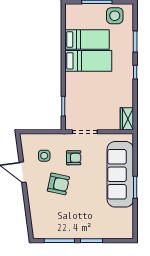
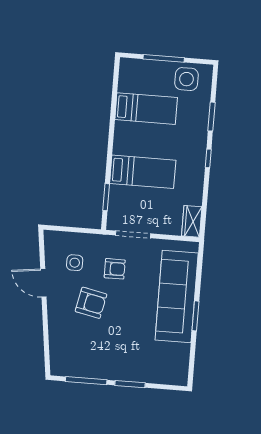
bed: (88, 61) -> (143, 172), moved

